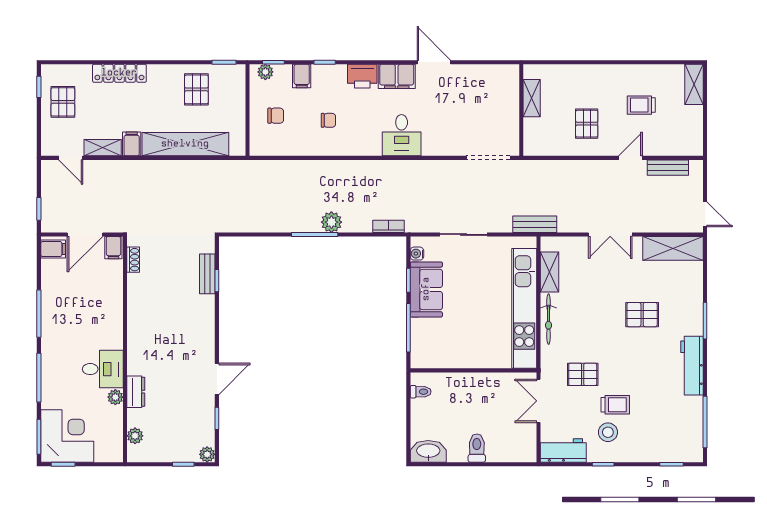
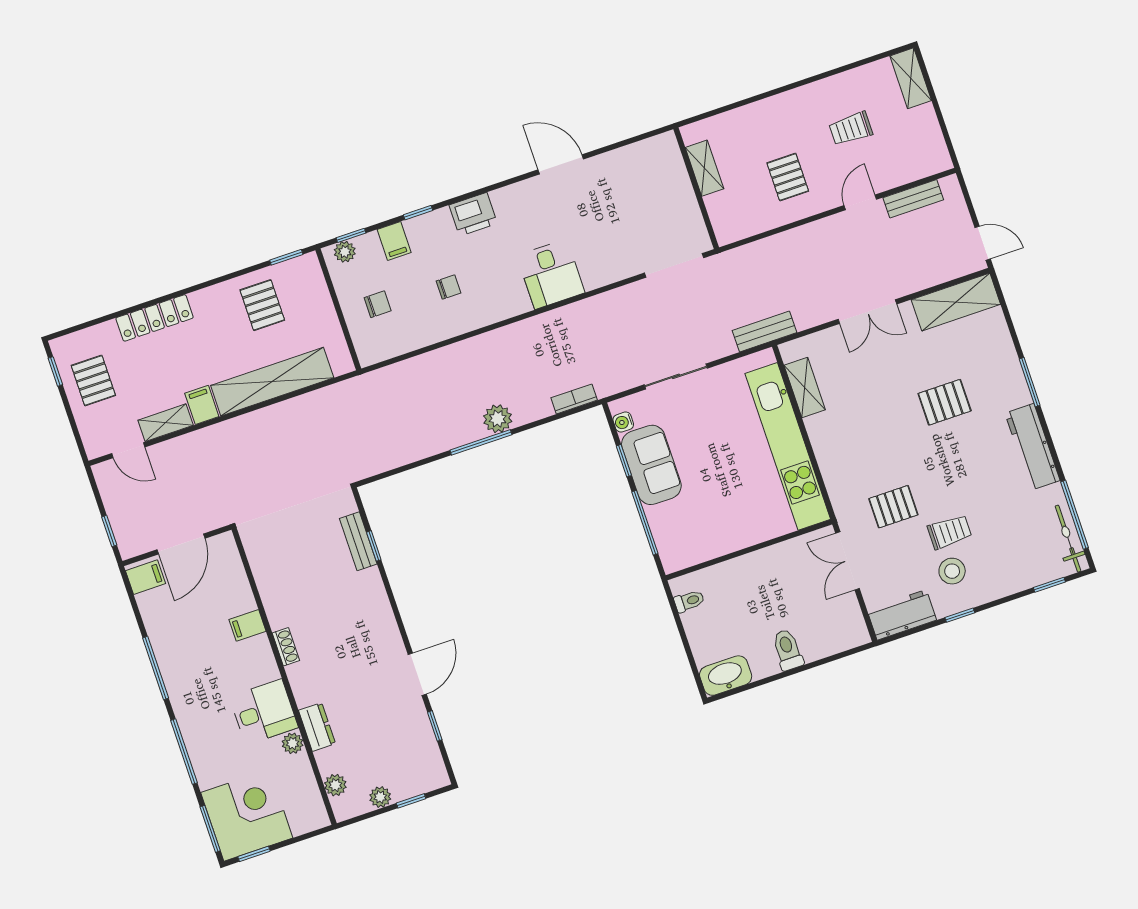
filing cabinet: (397, 76) -> (518, 199), removed
filing cabinet: (113, 248) -> (248, 625), moved, turned 90
shoe rack: (133, 260) -> (286, 647), moved
bicycle: (549, 319) -> (1068, 539), moved, turned 180
plant: (207, 454) -> (380, 797), moved

